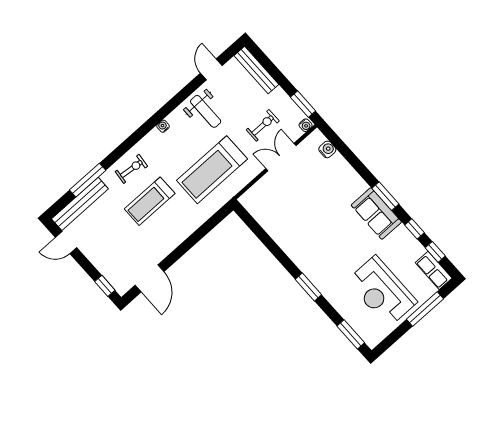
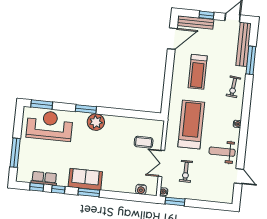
bench: (256, 70) -> (195, 22), moved
double door: (281, 157) -> (161, 163), swing flipped
coffee table: (279, 197) -> (144, 142), added
treadmill: (150, 201) -> (198, 72), moved, turned 180
plant: (310, 264) -> (96, 122), added
row of seats: (434, 270) -> (44, 178), moved
door: (150, 278) -> (172, 39), swing flipped
window: (105, 286) -> (206, 15), moved
reception desk: (382, 291) -> (50, 126), moved

